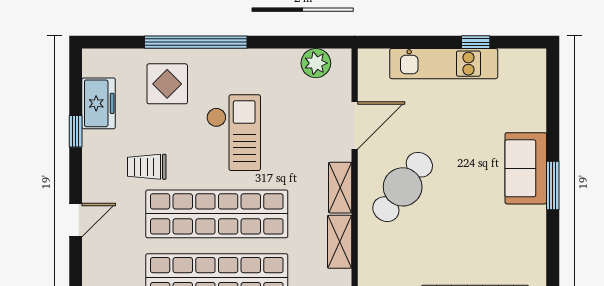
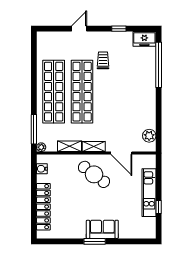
window: (196, 42) -> (159, 65), moved
display table: (167, 84) -> (140, 69), removed
freezer: (99, 103) -> (144, 39), moved
checkout: (233, 133) -> (118, 99), removed
door: (76, 220) -> (79, 29), swing flipped

